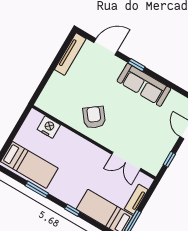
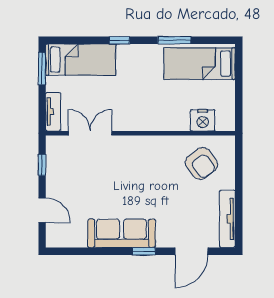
armchair: (94, 117) -> (201, 164), moved
tv unit: (136, 199) -> (53, 112), moved

